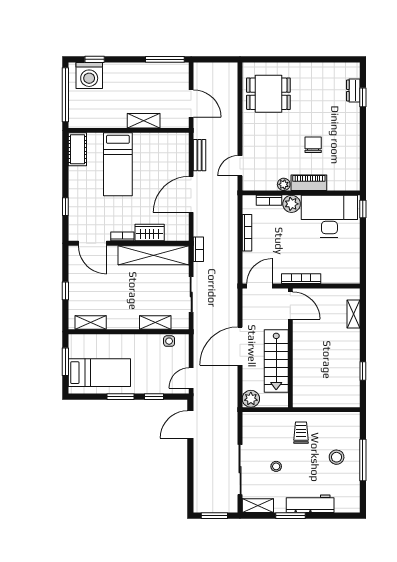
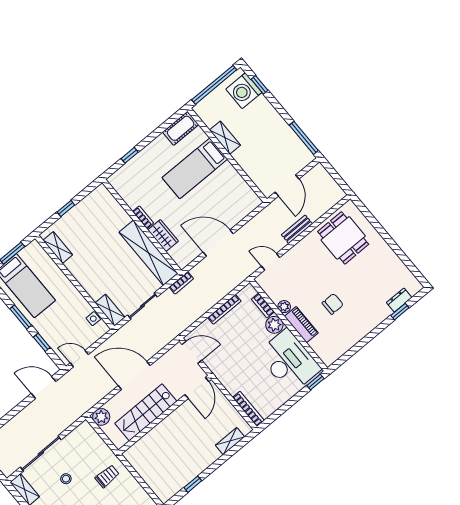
shelving: (144, 121) -> (225, 138), moved
bench: (200, 155) -> (297, 229), moved
door: (92, 243) -> (119, 199), removed
bookcase: (301, 279) -> (248, 409), moved
shelving: (155, 322) -> (110, 310), moved

